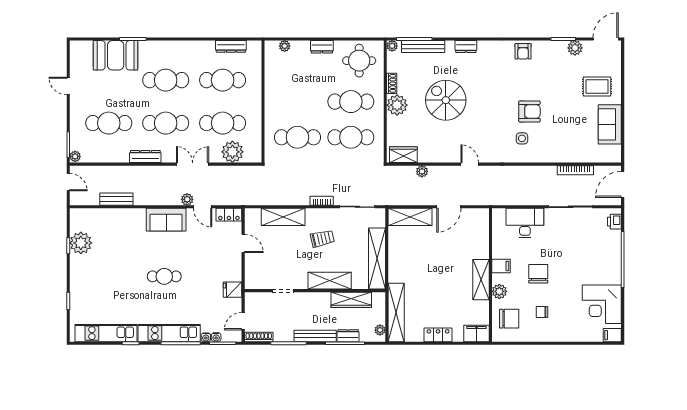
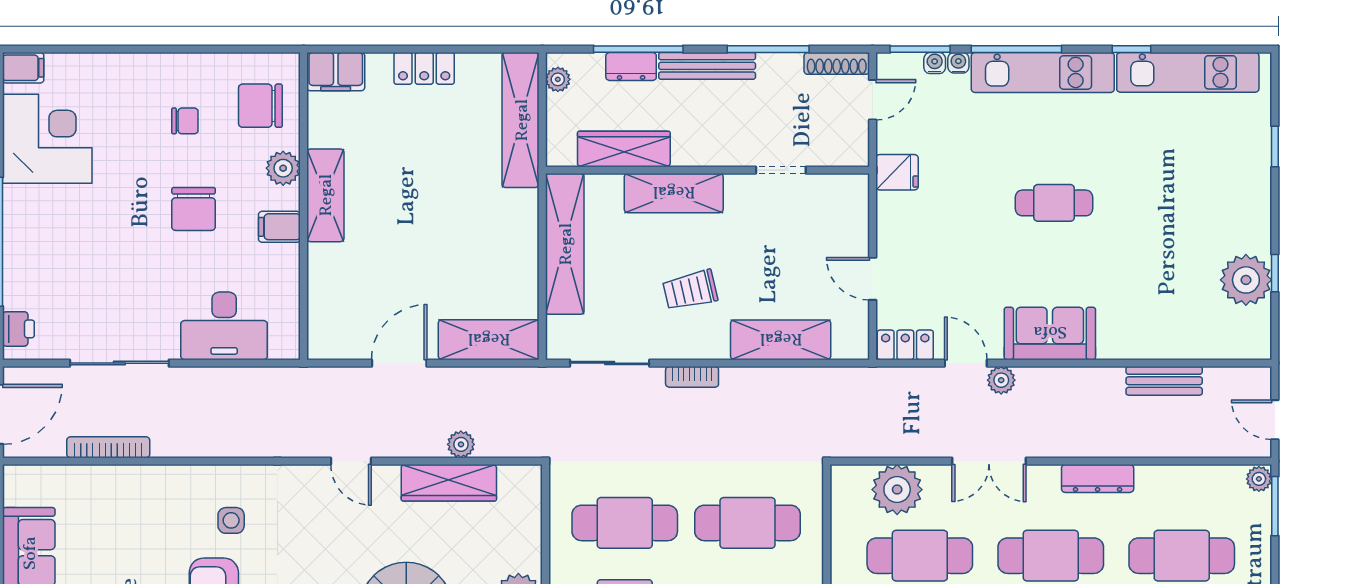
wardrobe: (403, 155) -> (449, 483), moved, width x1.50

